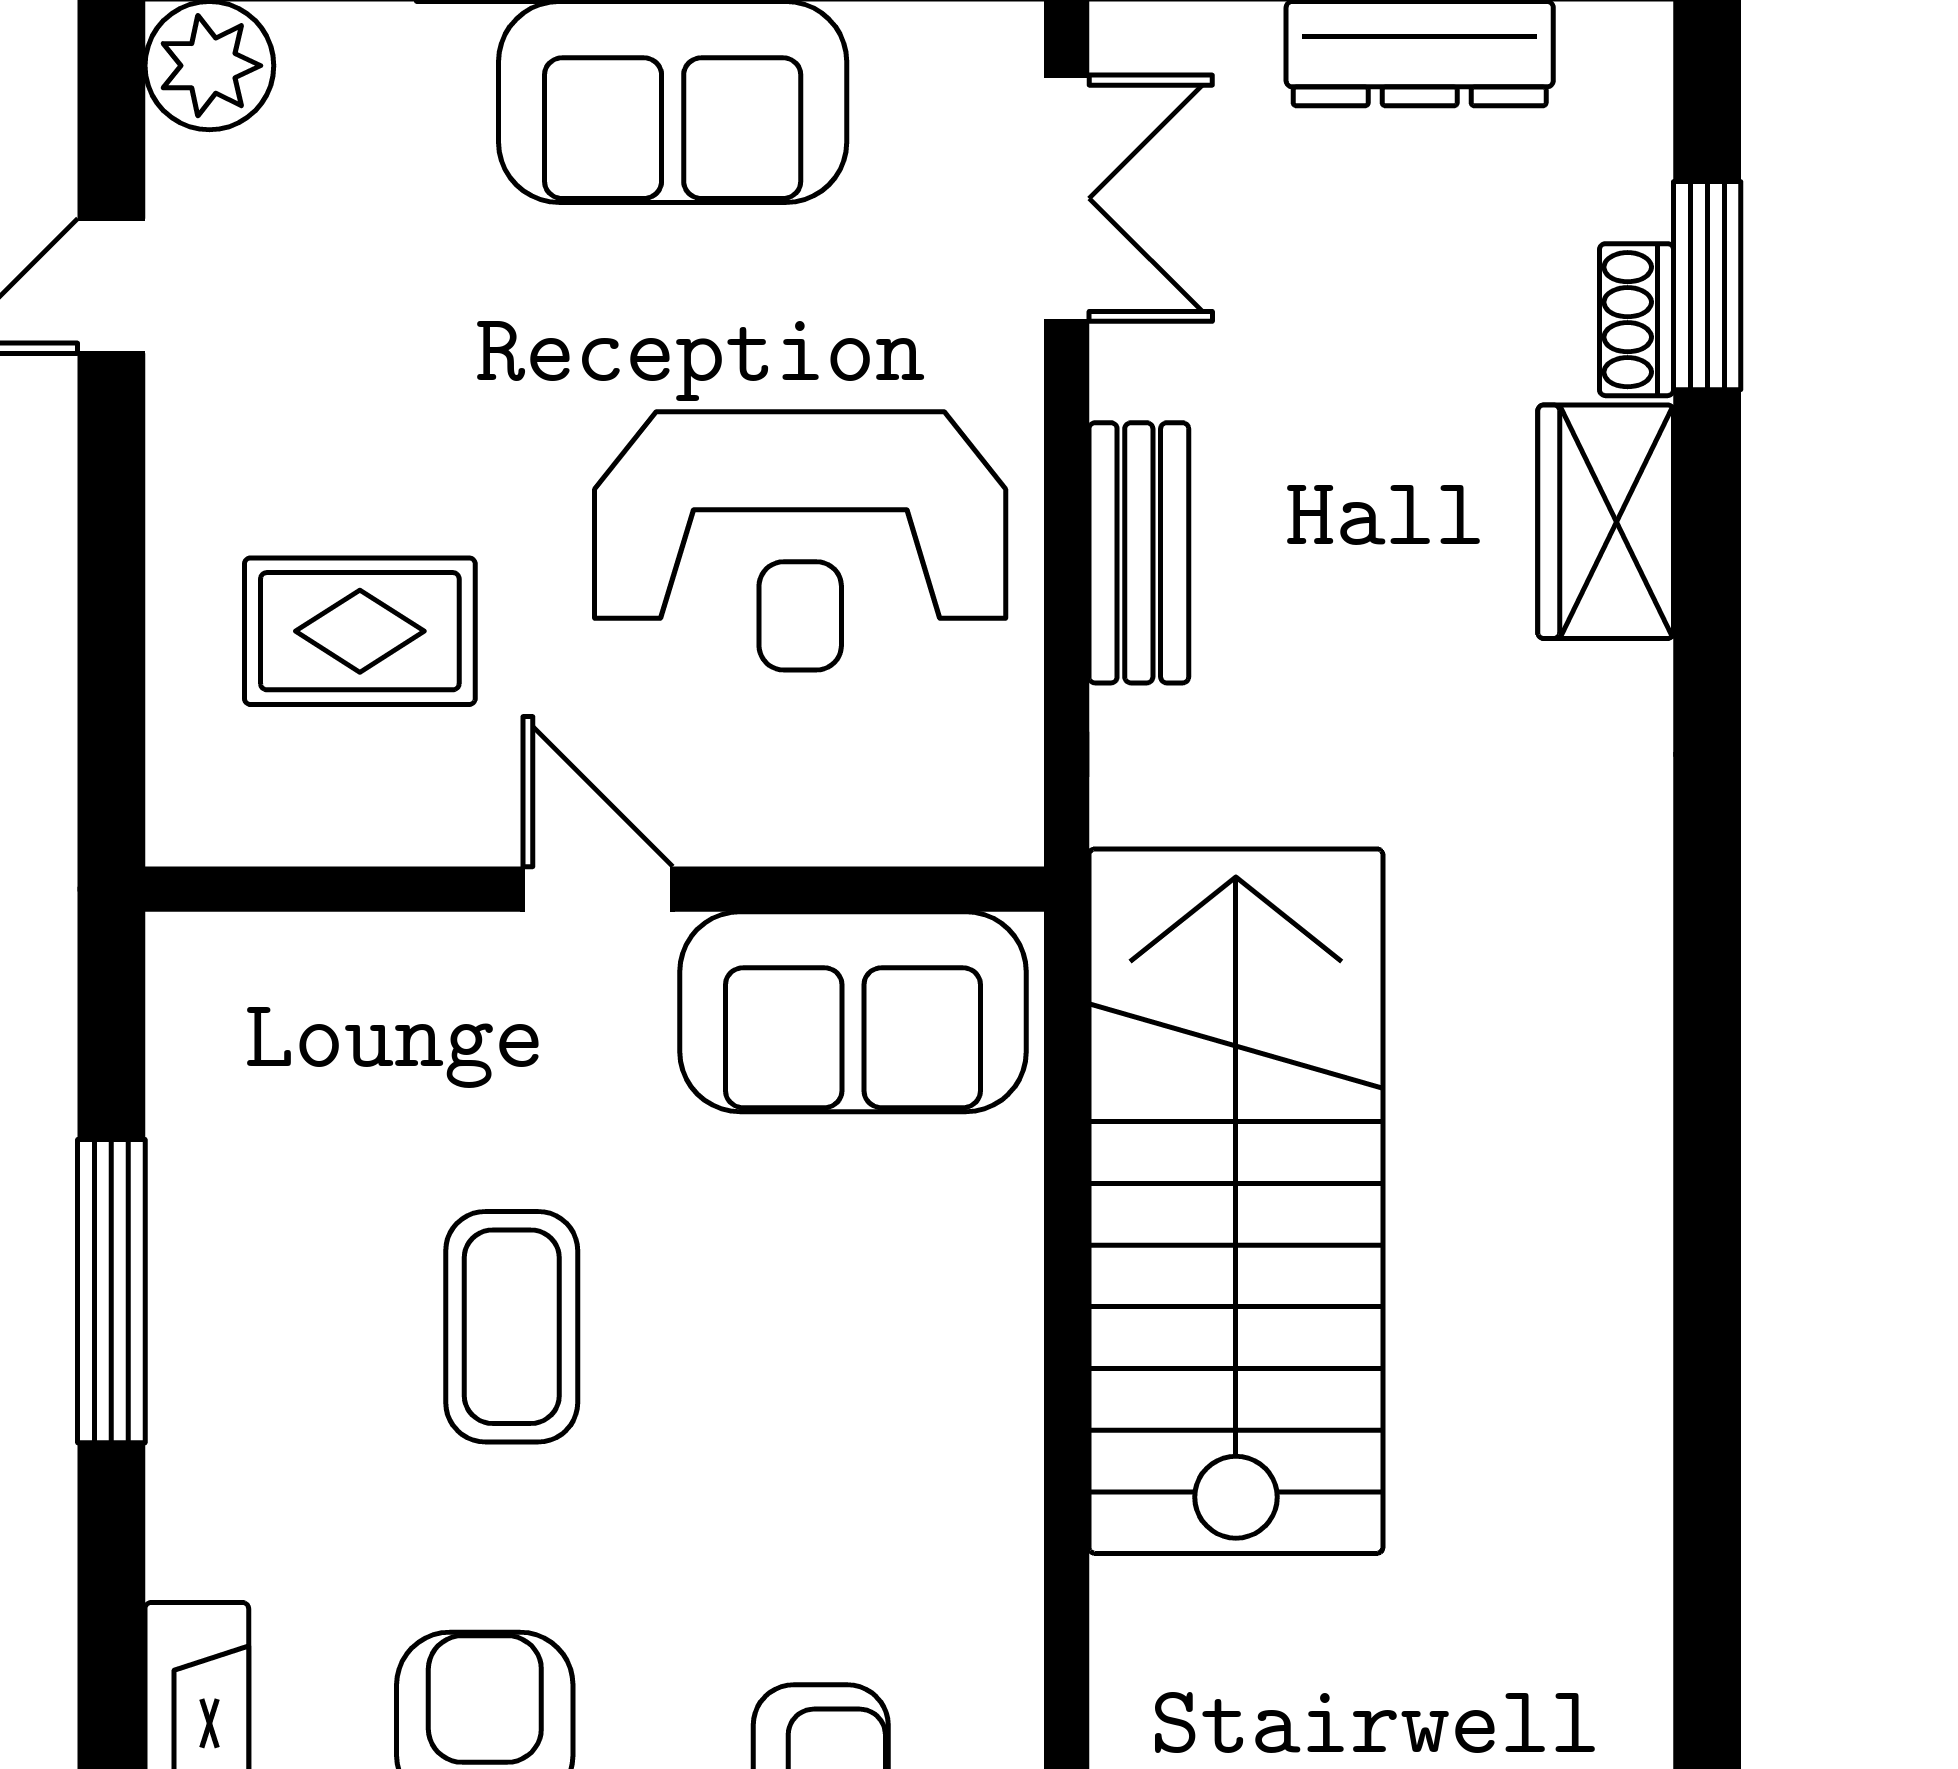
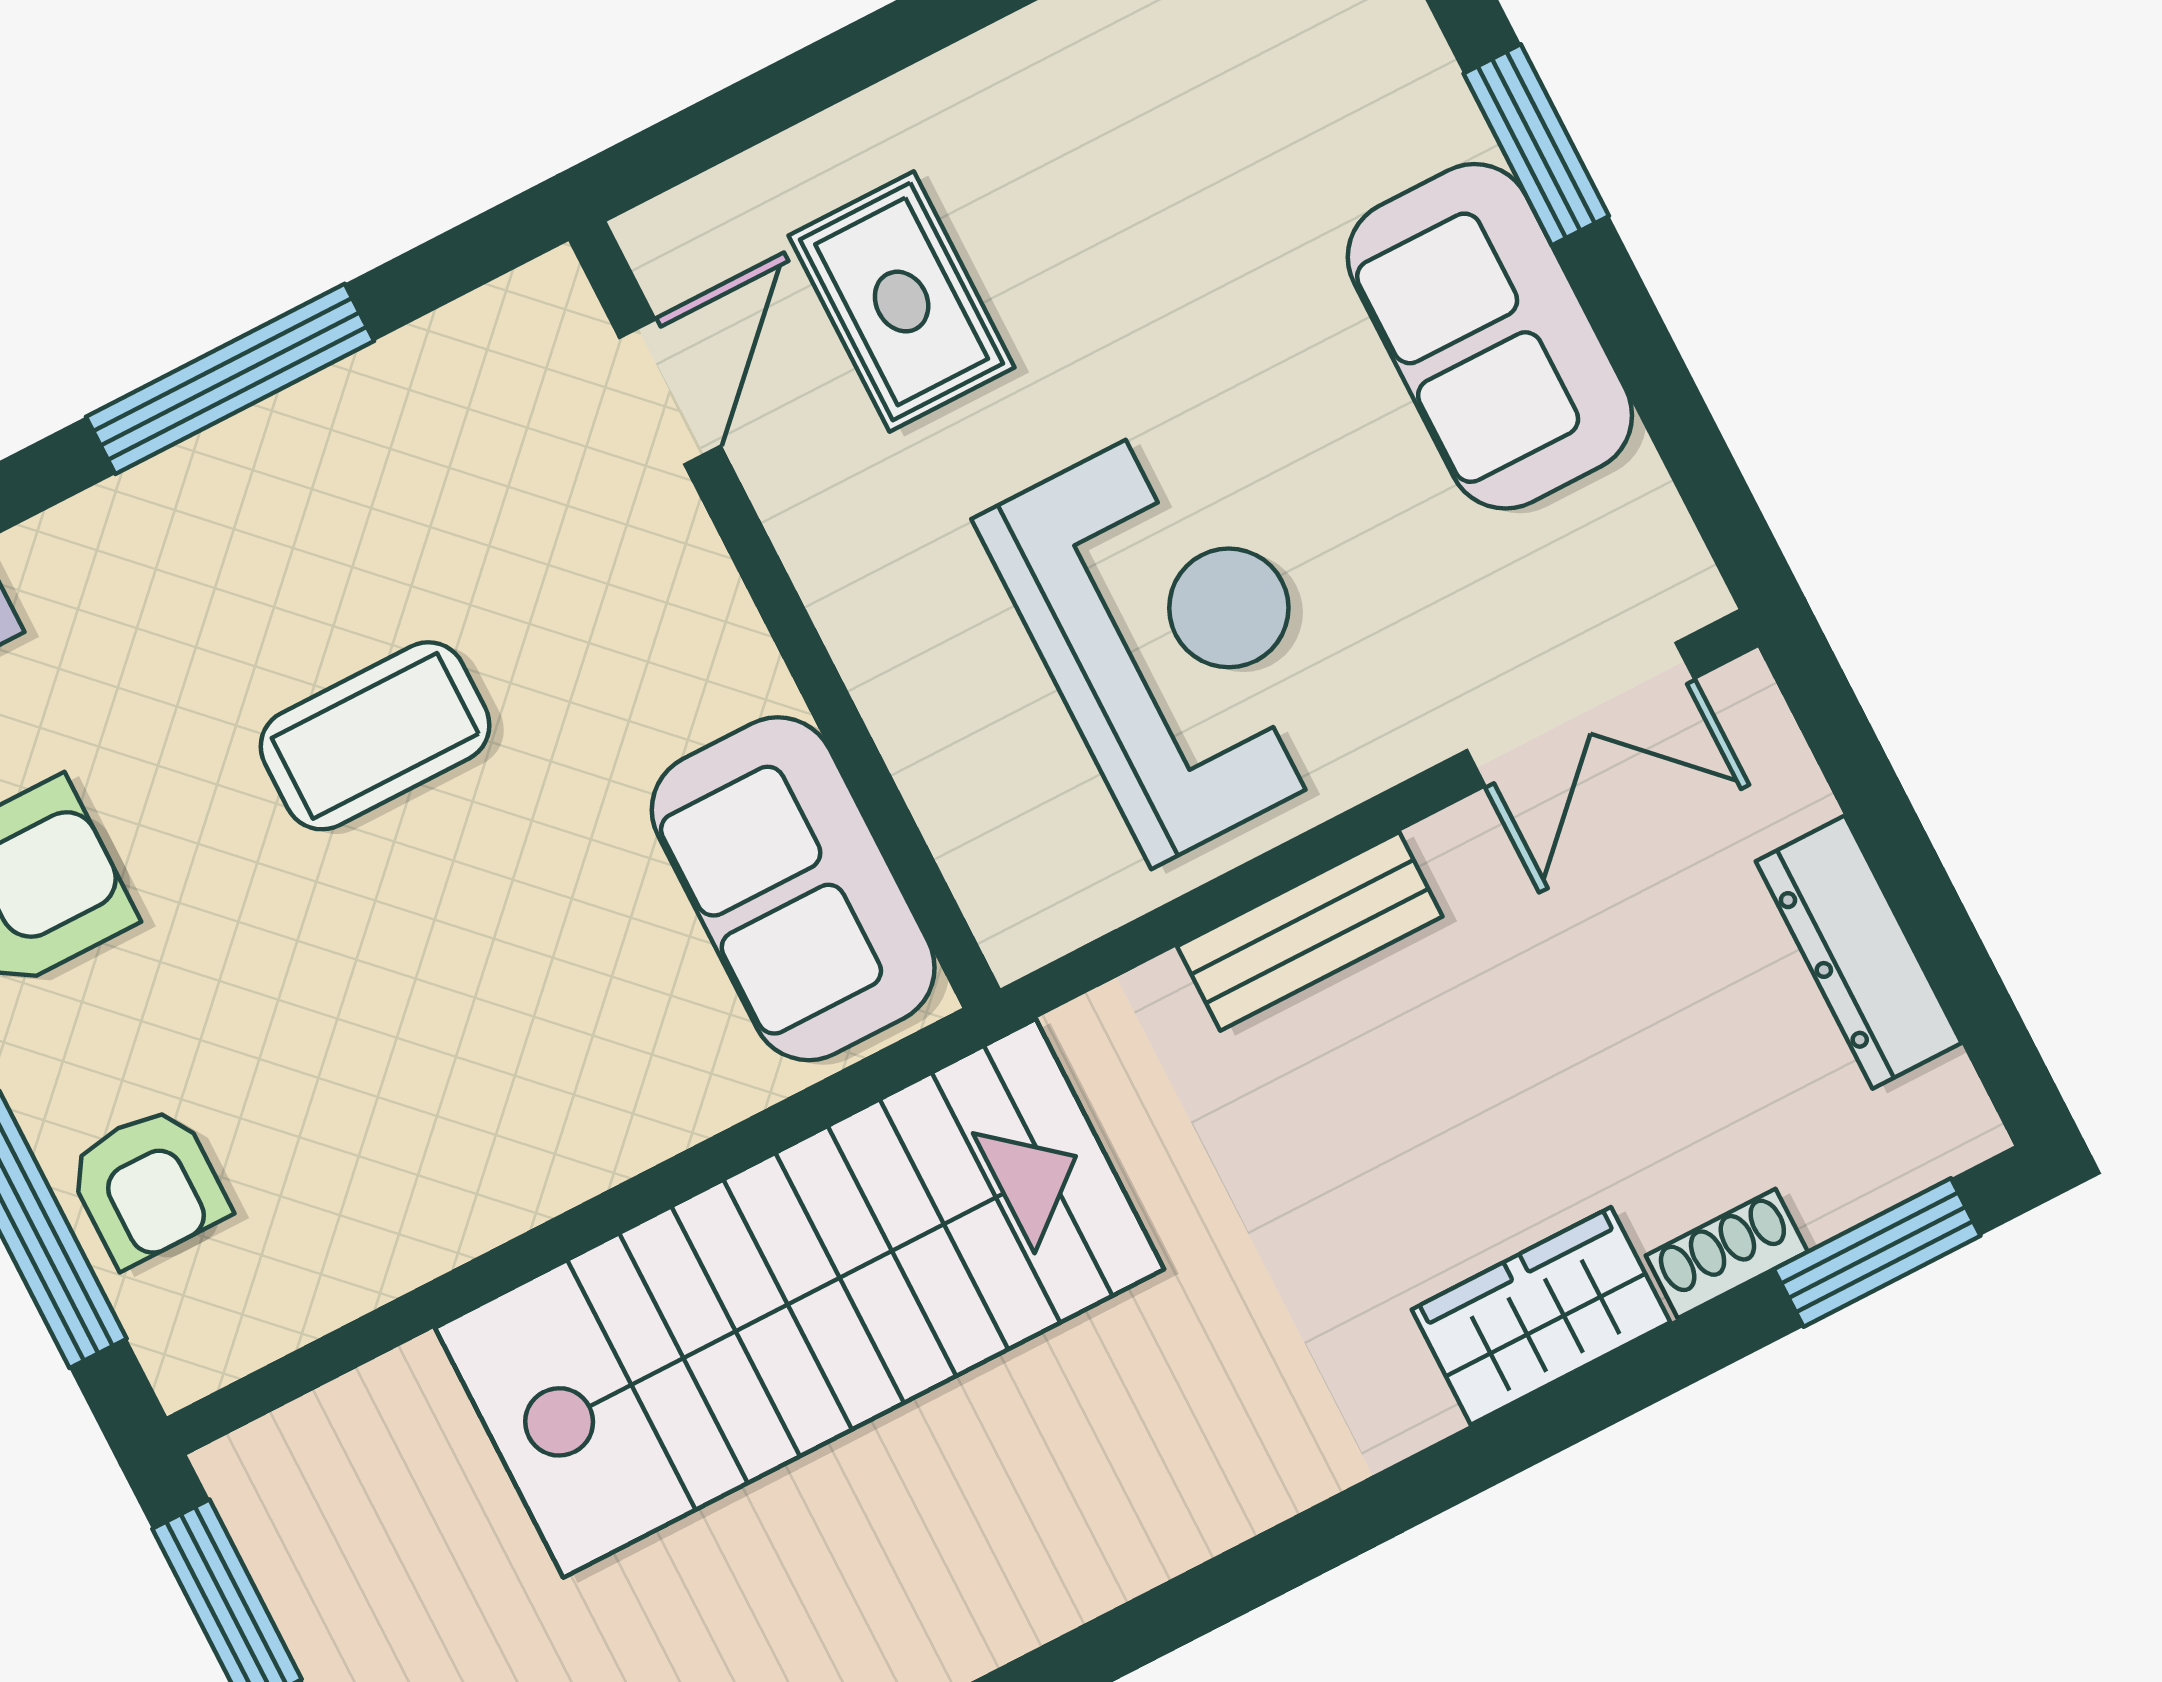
window: (1707, 286) -> (1877, 1252), moved
reception desk: (800, 541) -> (1172, 637), turned 180
door: (598, 889) -> (670, 392), moved

